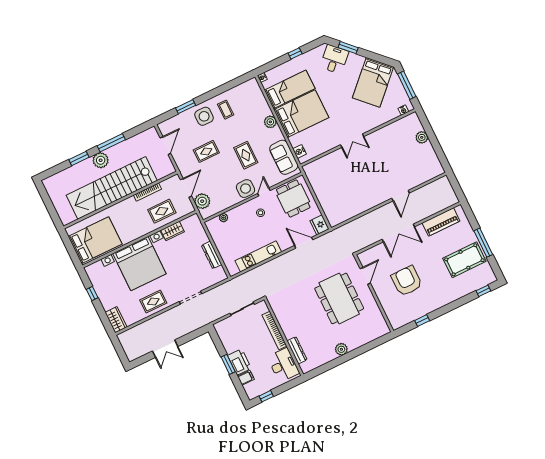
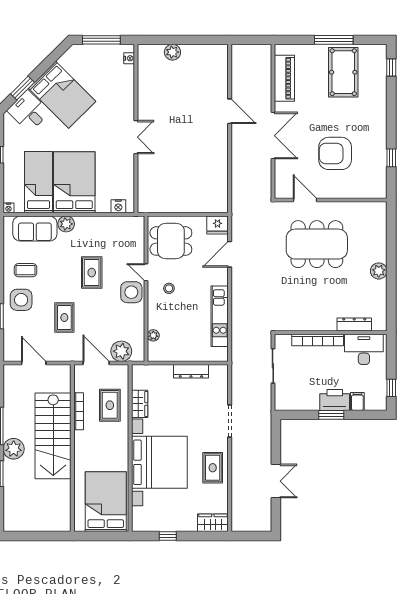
bed: (373, 82) -> (62, 95), moved
rug: (246, 155) -> (92, 273), turned 90
sofa: (284, 157) -> (35, 229), moved
stairs: (112, 188) -> (53, 436), width x0.73

